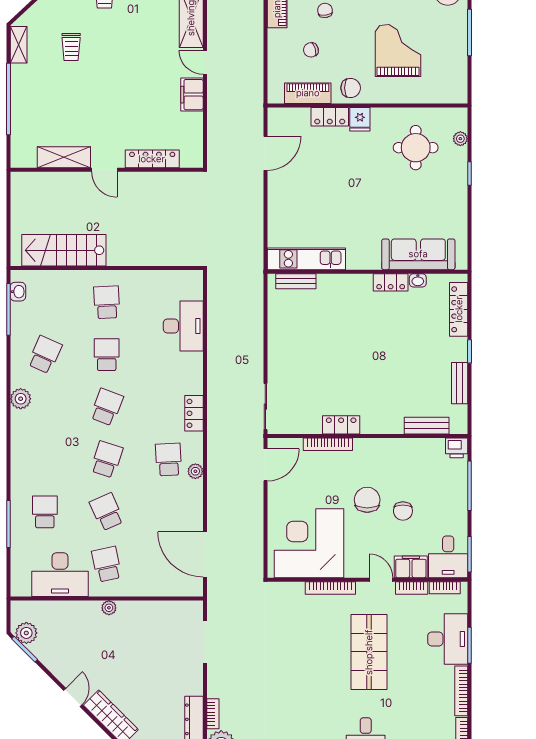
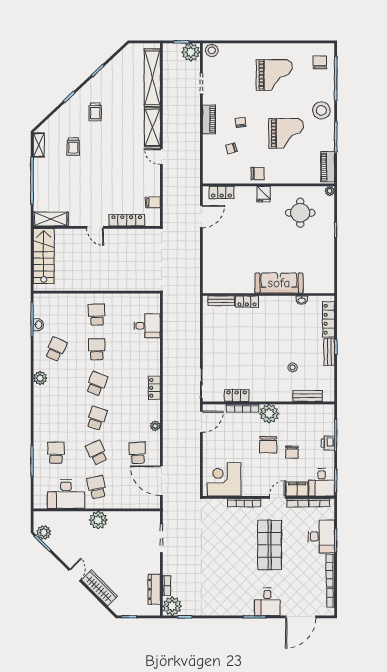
grand piano: (398, 51) -> (286, 133), moved, turned 90
piano: (308, 93) -> (328, 167), moved, turned -90
filing cabinet: (192, 95) -> (153, 202), moved, width x0.50
locker: (330, 117) -> (222, 192), moved
plant: (460, 139) -> (330, 191), moved
shelving: (64, 157) -> (51, 219), moved
stairs: (64, 250) -> (44, 256), moved, turned 90
sofa: (418, 254) -> (279, 283), moved
kitchen unit: (306, 259) -> (228, 286), removed
locker: (391, 282) -> (247, 301), moved
washbasin: (18, 292) -> (38, 325), moved
desk: (183, 326) -> (147, 326), width x0.73
stool: (404, 382) -> (293, 367), added
bench: (460, 383) -> (329, 352), moved
locker: (341, 425) -> (237, 395), moved
printer: (457, 448) -> (328, 443), moved, turned 90
plant: (368, 453) -> (269, 414), added
school desk: (169, 459) -> (137, 453), moved
chair: (367, 500) -> (268, 445), turned 180
corner desk: (309, 543) -> (224, 479), width x0.74, depth x0.74
door: (381, 580) -> (277, 497), hinge flipped
plant: (109, 608) -> (98, 520), width x1.88, depth x1.88

